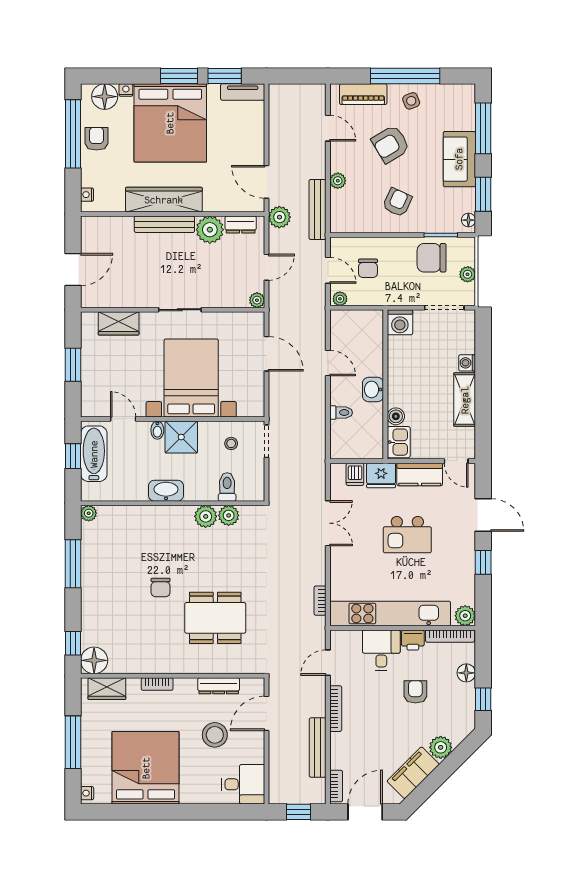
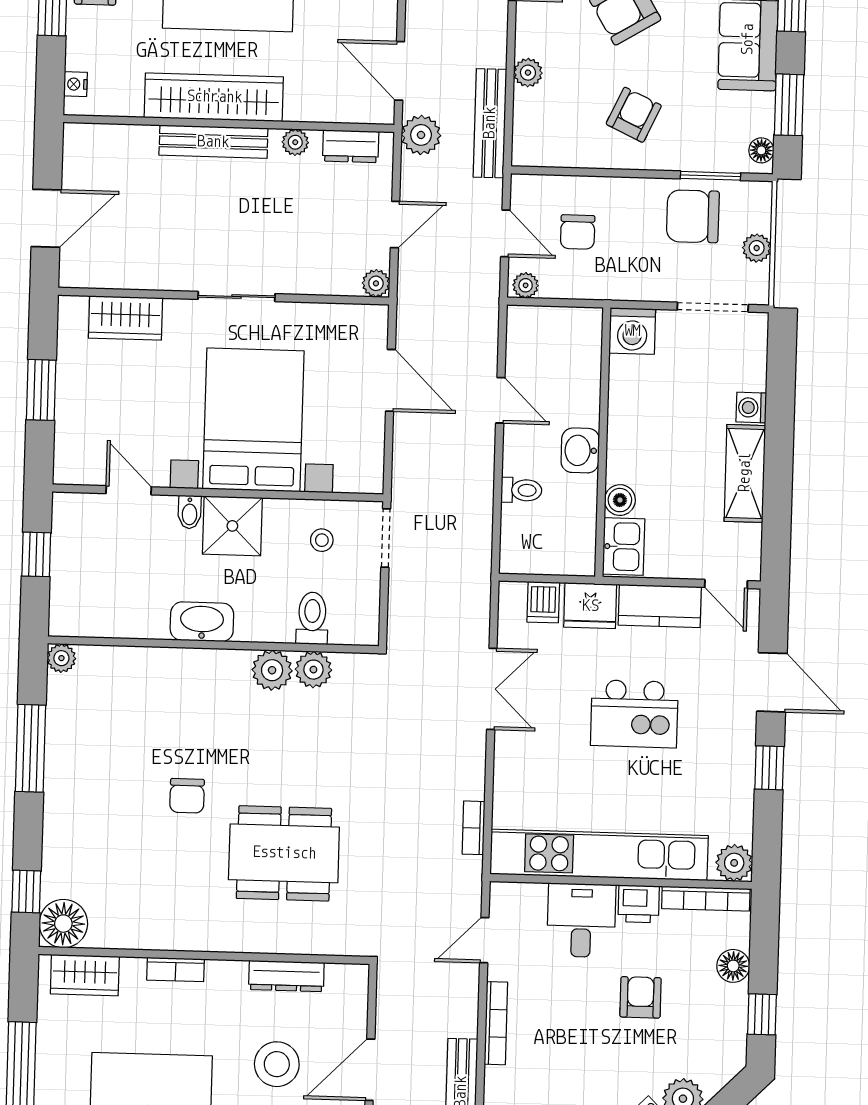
plant: (210, 230) -> (295, 142), width x0.53, depth x0.53
bathtub: (94, 454) -> (74, 551), removed
door: (267, 713) -> (370, 1070), moved

